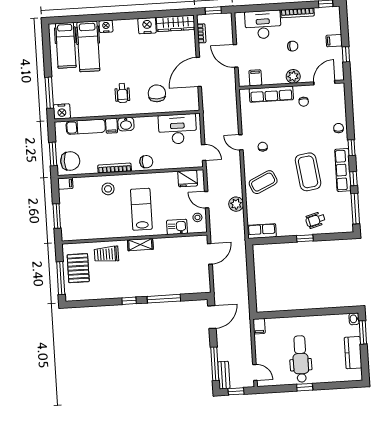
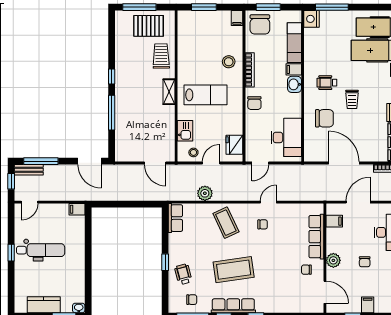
trolley: (137, 68) -> (352, 99), added
chair: (339, 128) -> (192, 300), moved

